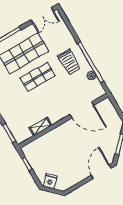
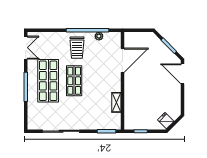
trolley: (69, 62) -> (77, 48), turned 90

